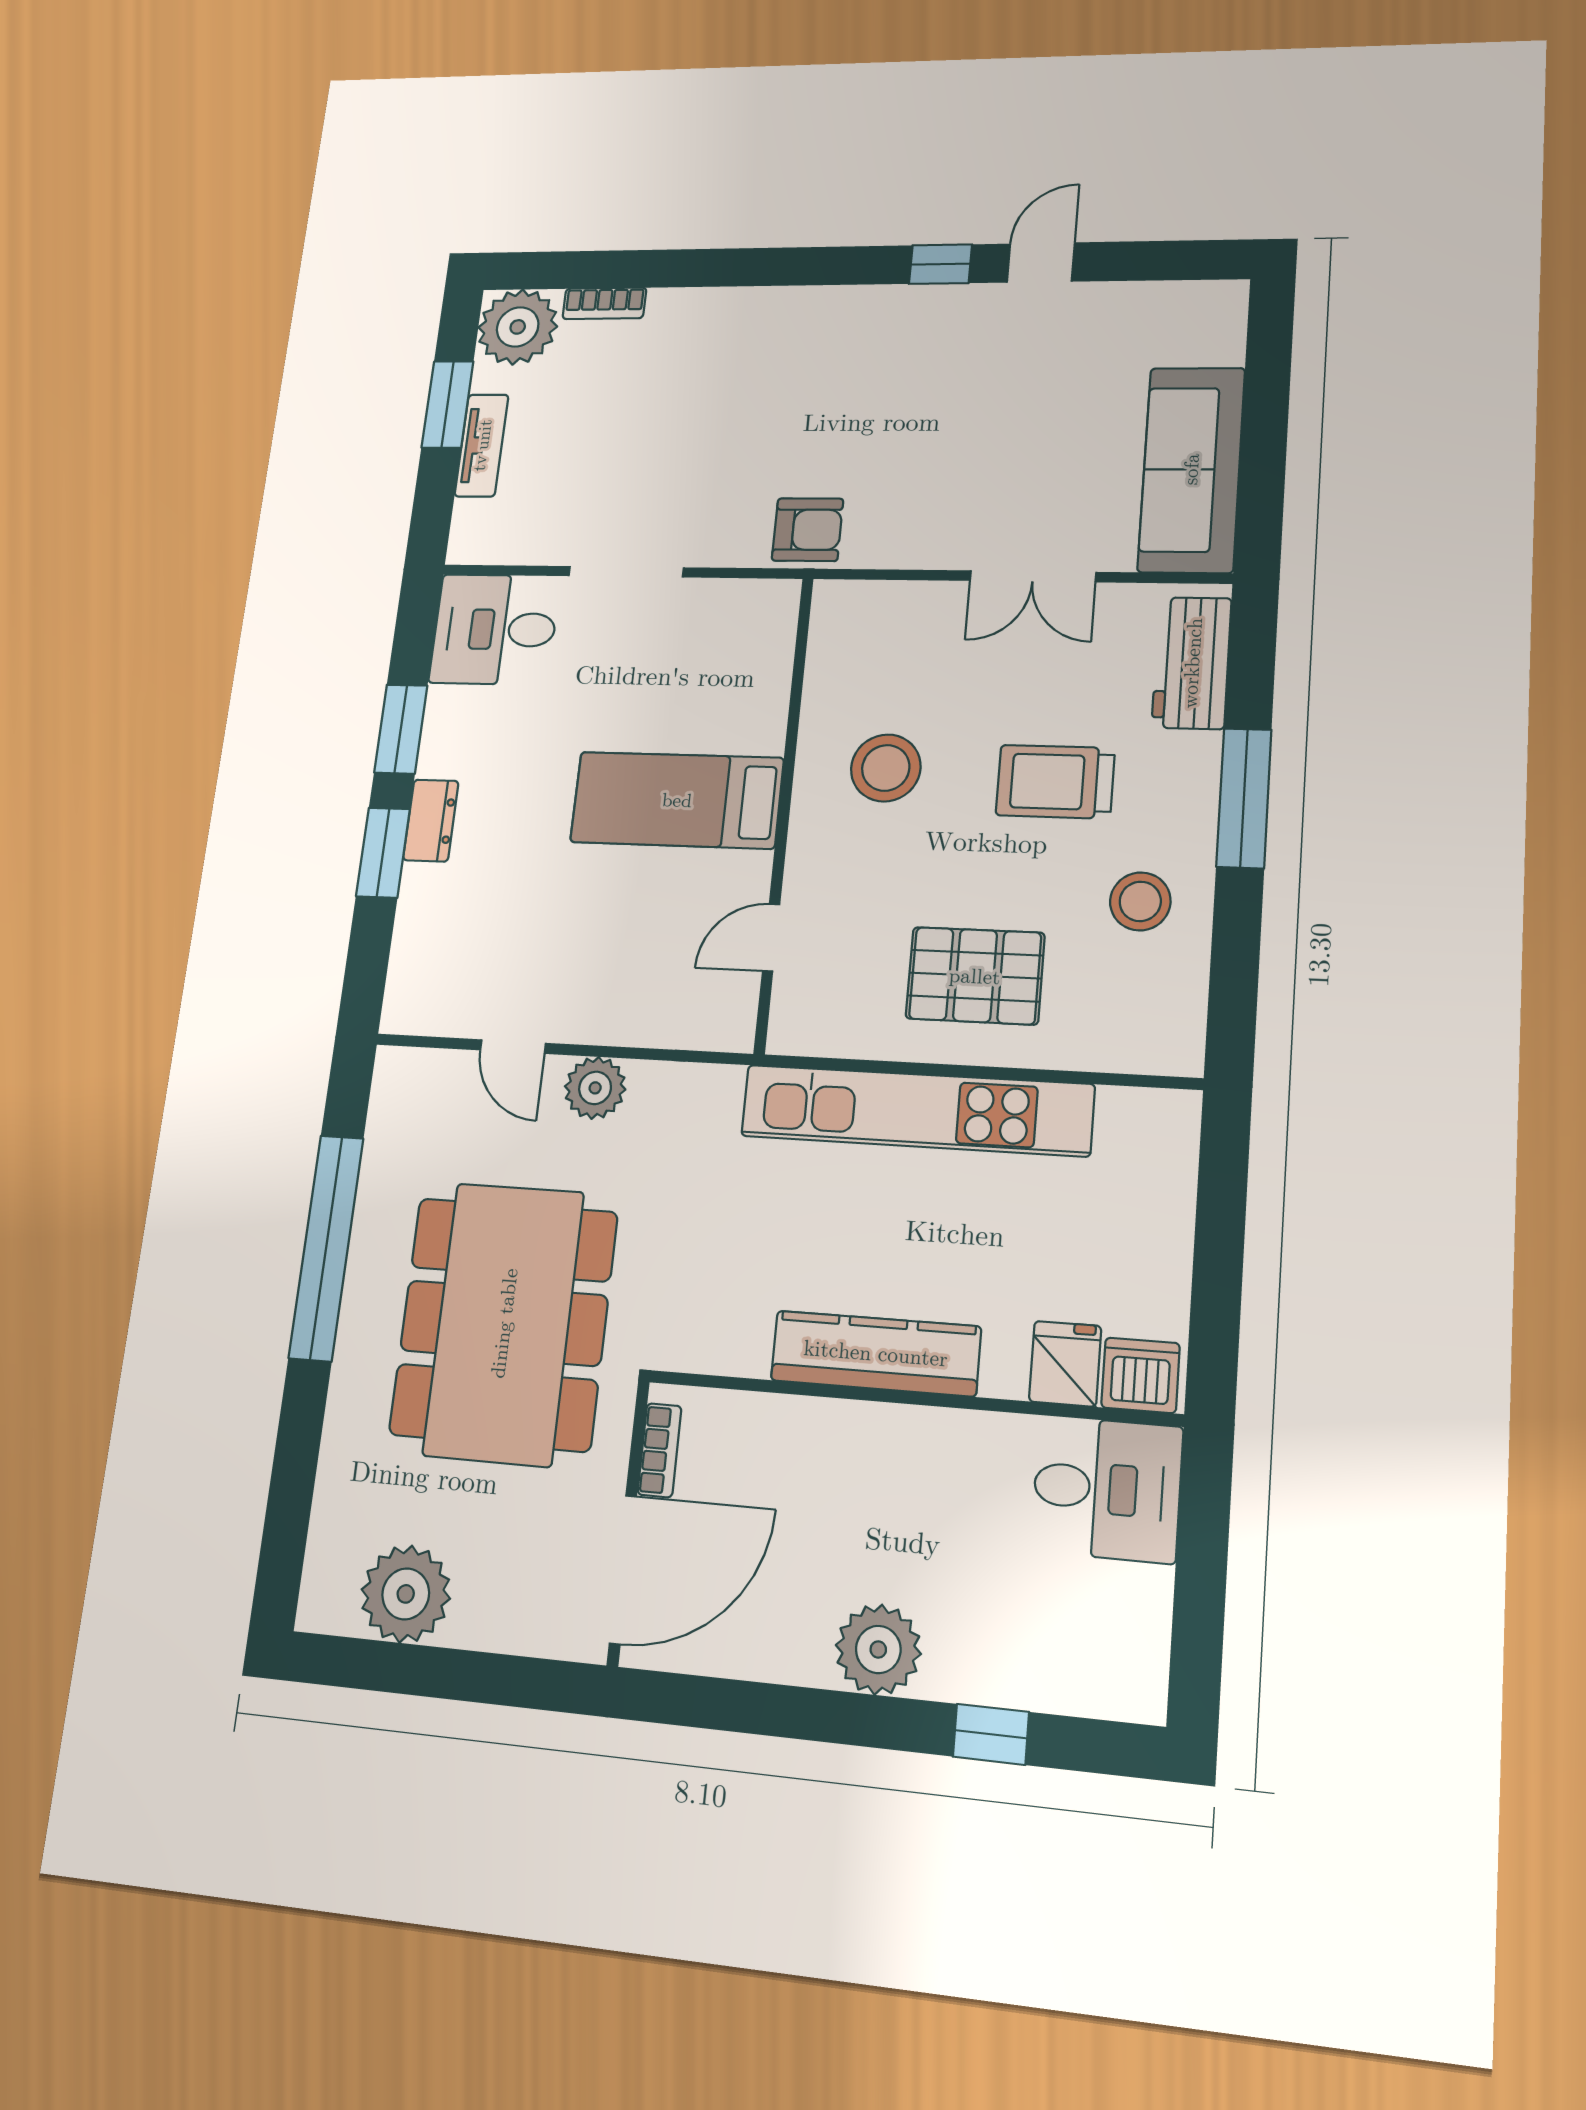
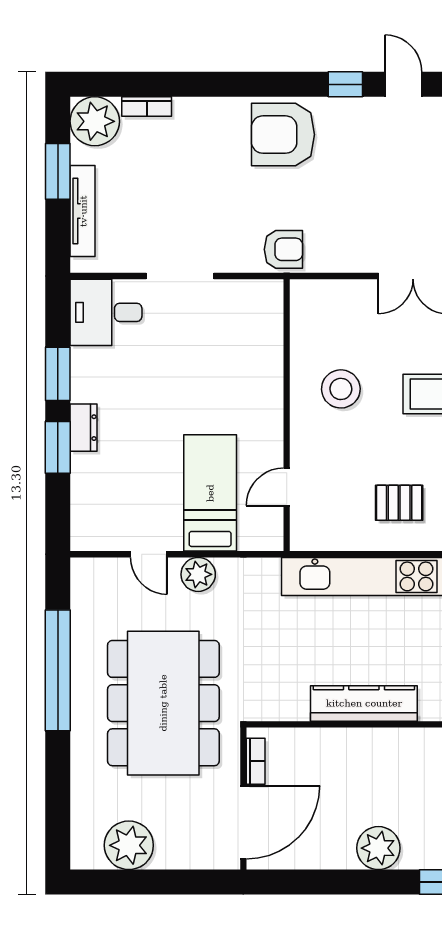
door: (1041, 263) -> (403, 84), hinge flipped
armchair: (826, 345) -> (283, 135), added
tv unit: (482, 445) -> (83, 211), width x1.41
bed: (677, 800) -> (210, 493), moved, turned 90
pallet: (975, 976) -> (399, 503), width x0.67, depth x0.71

